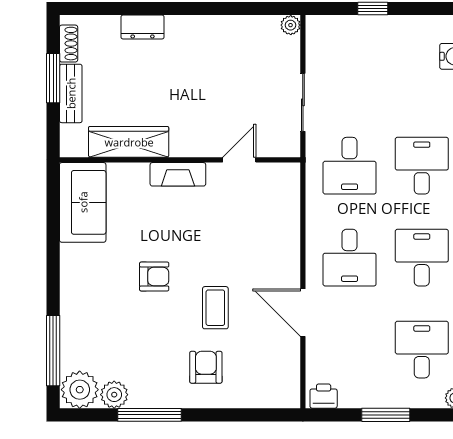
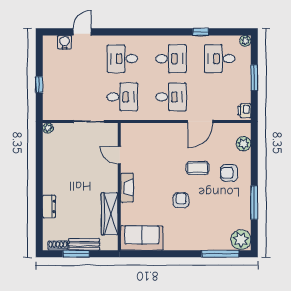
desk: (422, 258) -> (171, 59), turned 180
plant: (114, 395) -> (244, 144), moved

